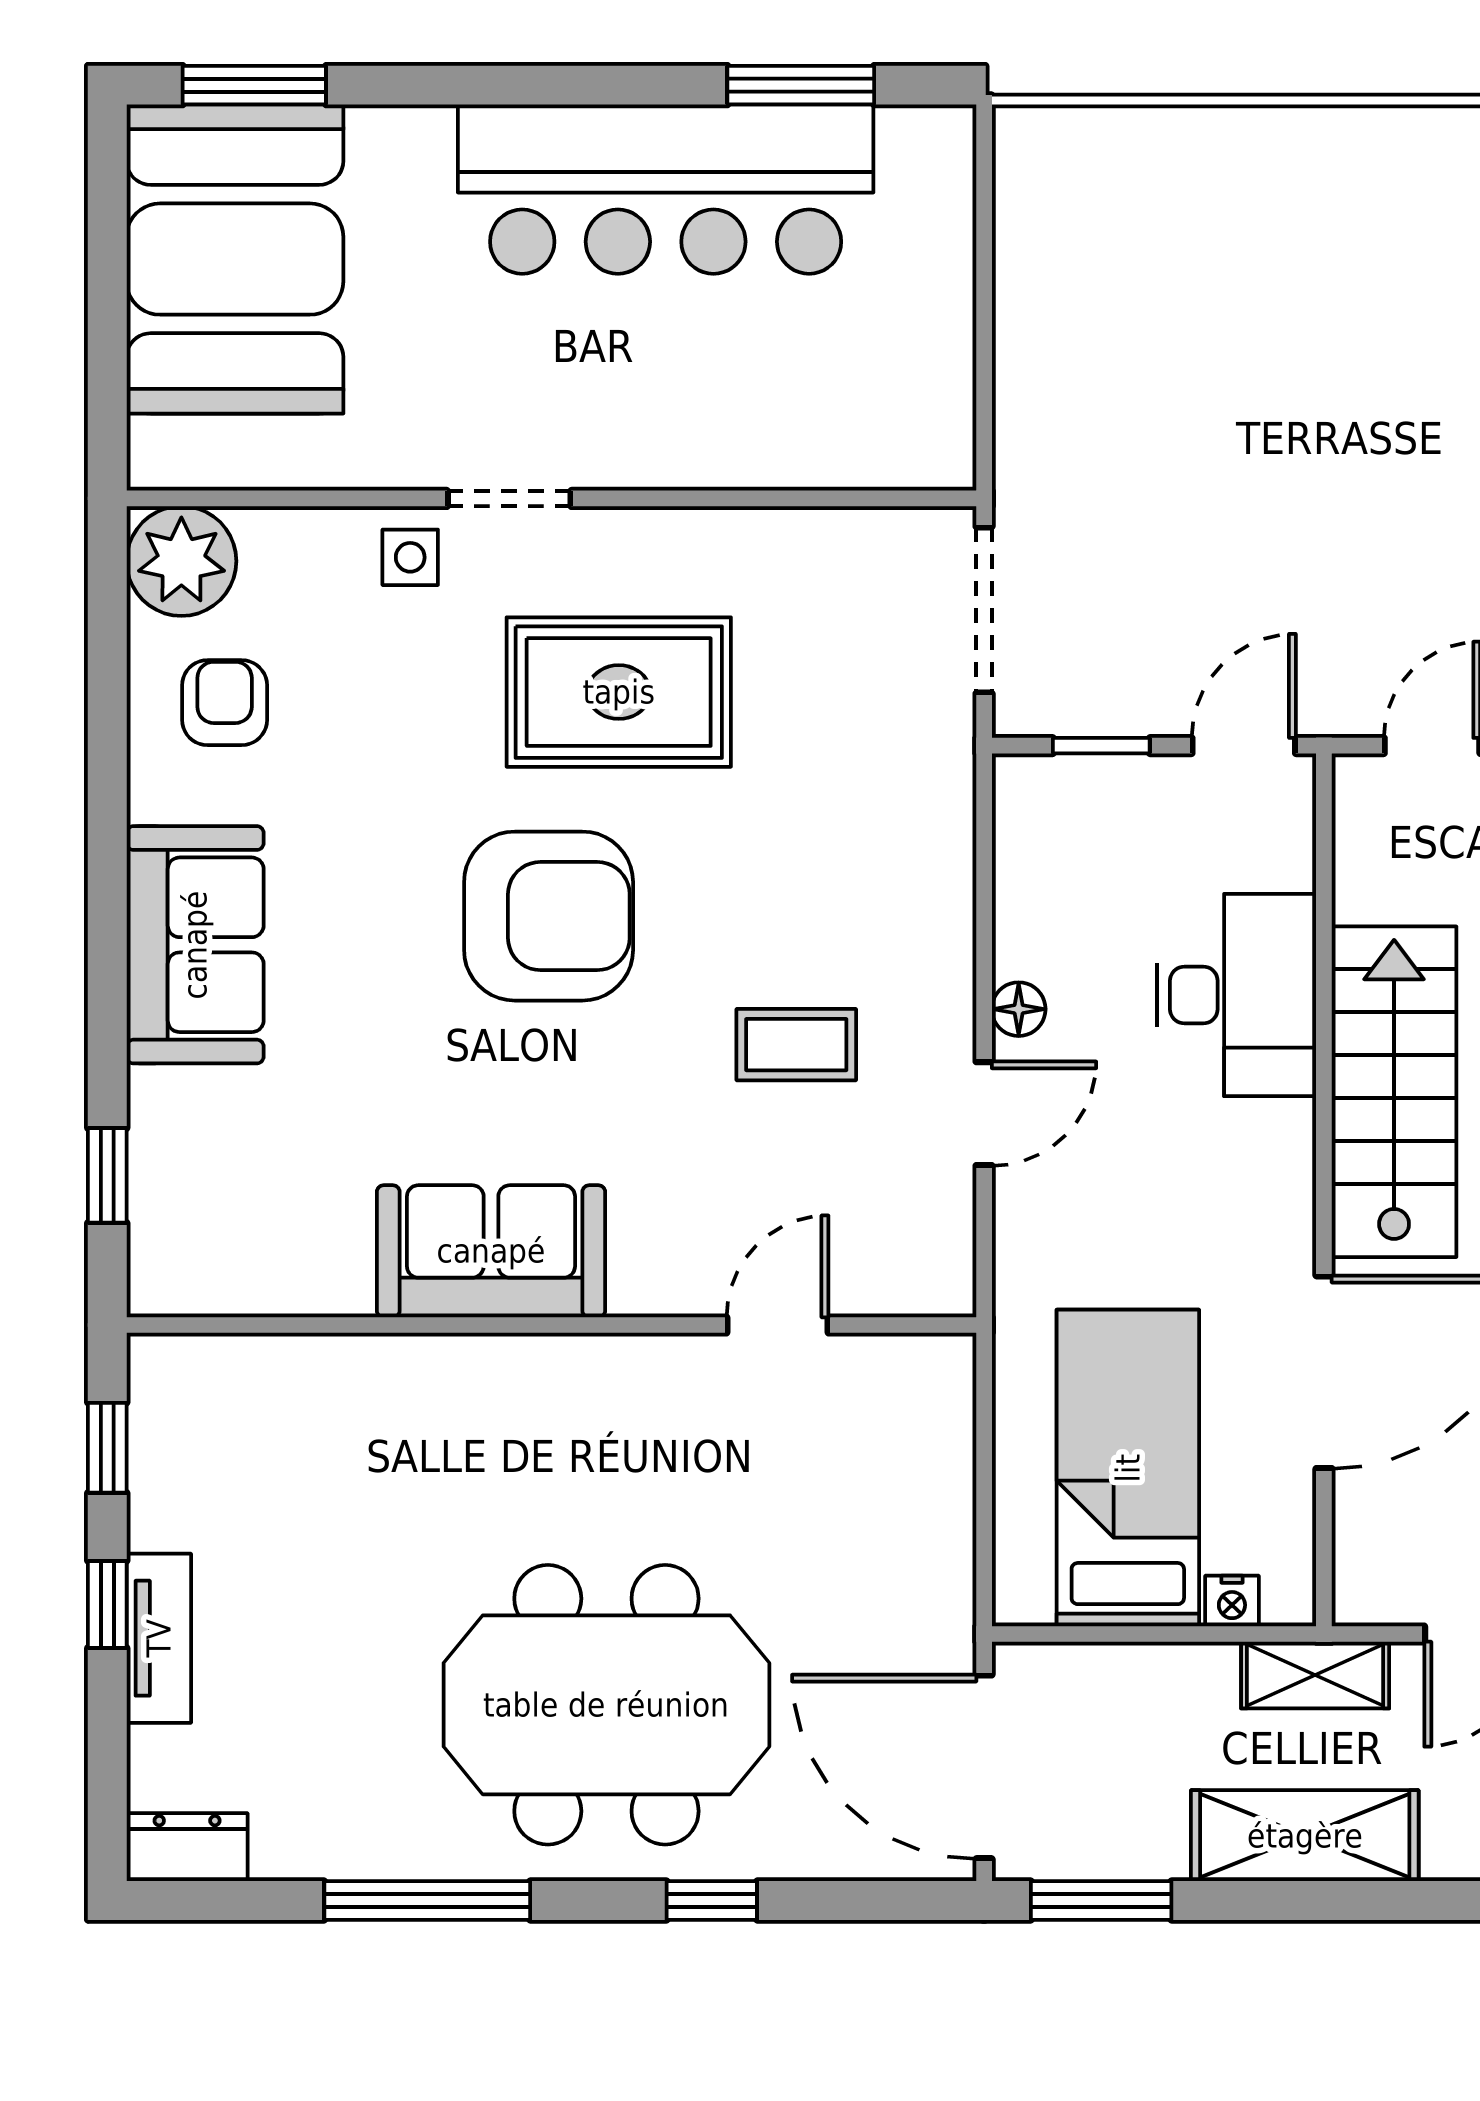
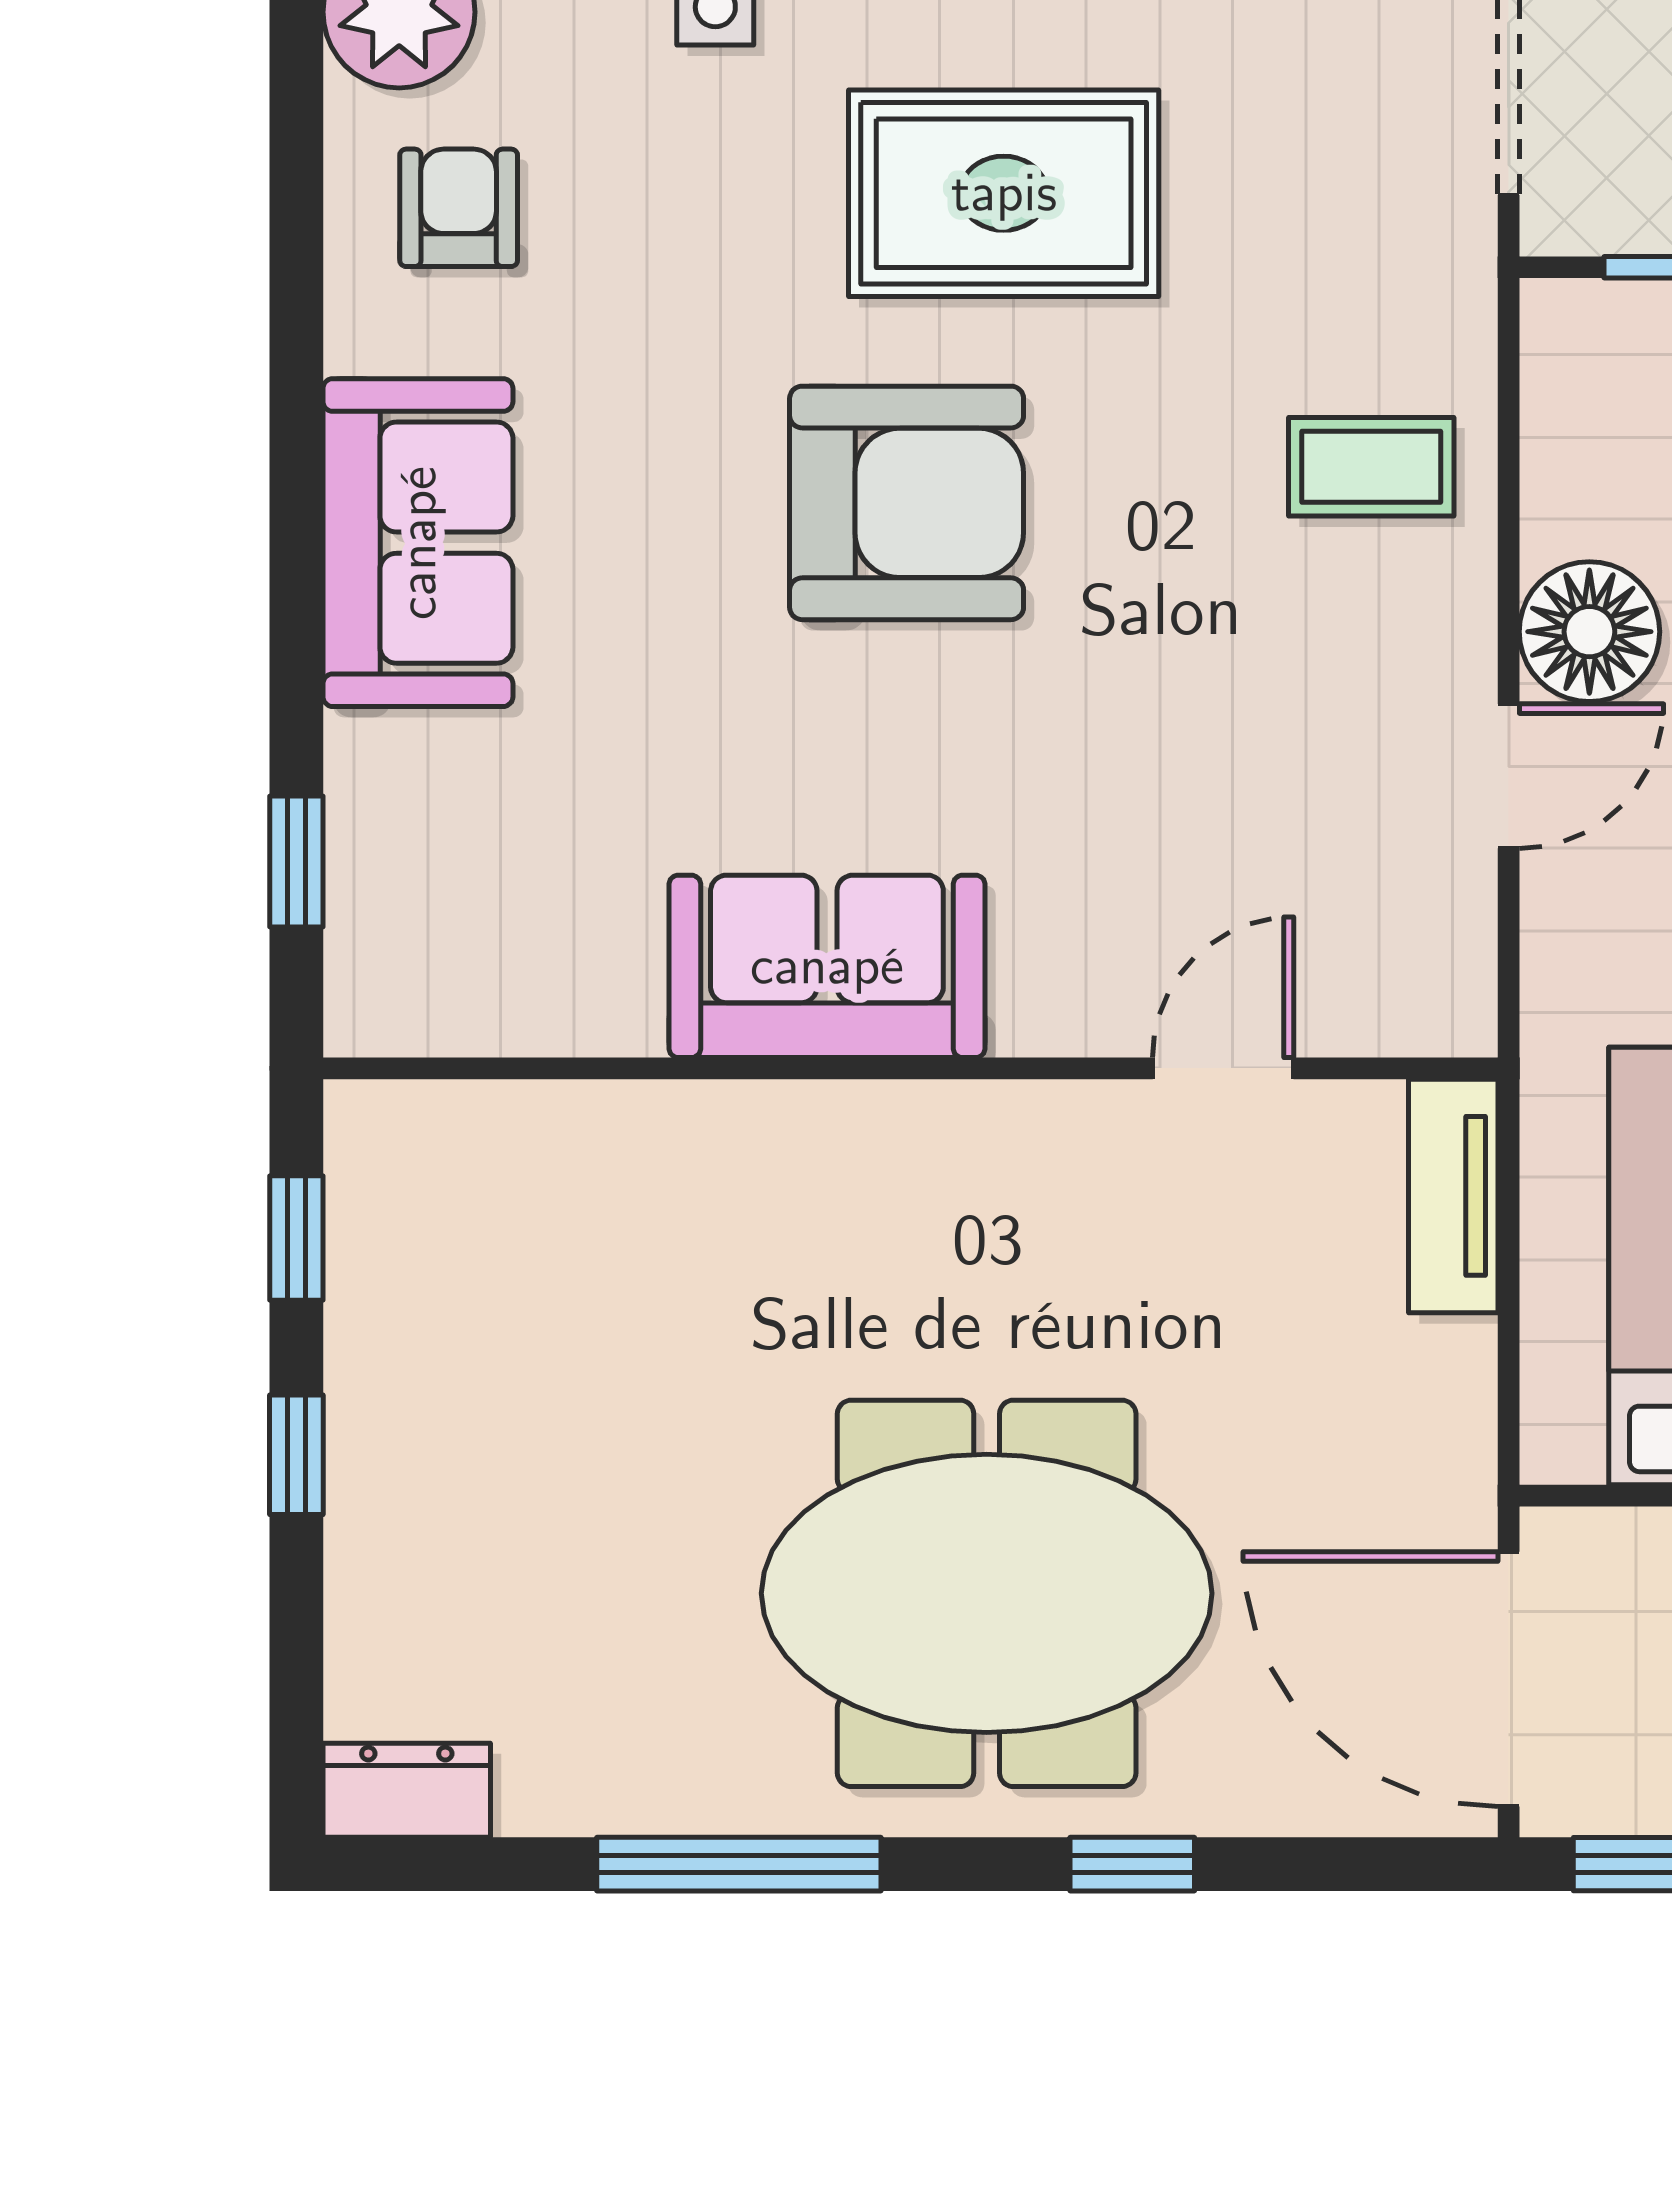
floor lamp: (1019, 1009) -> (1589, 632), width x1.89, depth x1.89
coffee table: (796, 1045) -> (1371, 467), moved
tv unit: (159, 1638) -> (1453, 1196), moved, turned 180

